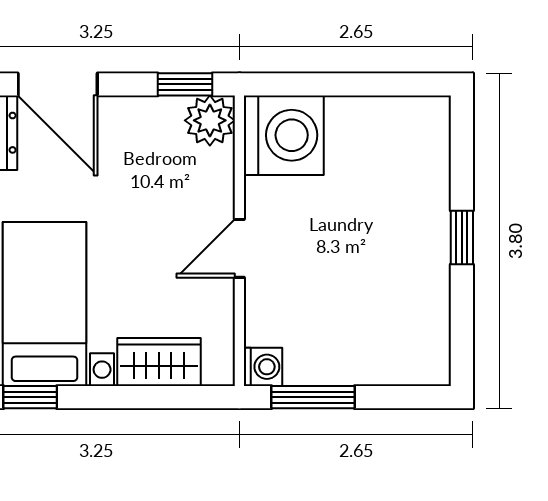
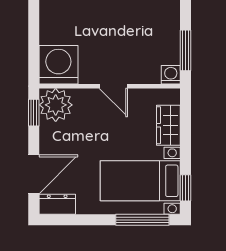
plant: (210, 120) -> (56, 105), width x1.36, depth x1.36

